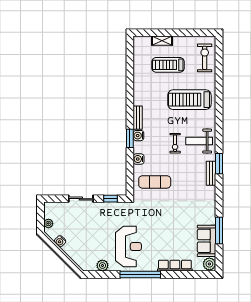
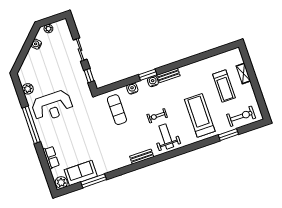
treadmill: (168, 65) -> (224, 86), turned 180
window: (219, 164) -> (228, 135), moved
row of seats: (175, 266) -> (51, 158), width x0.68

